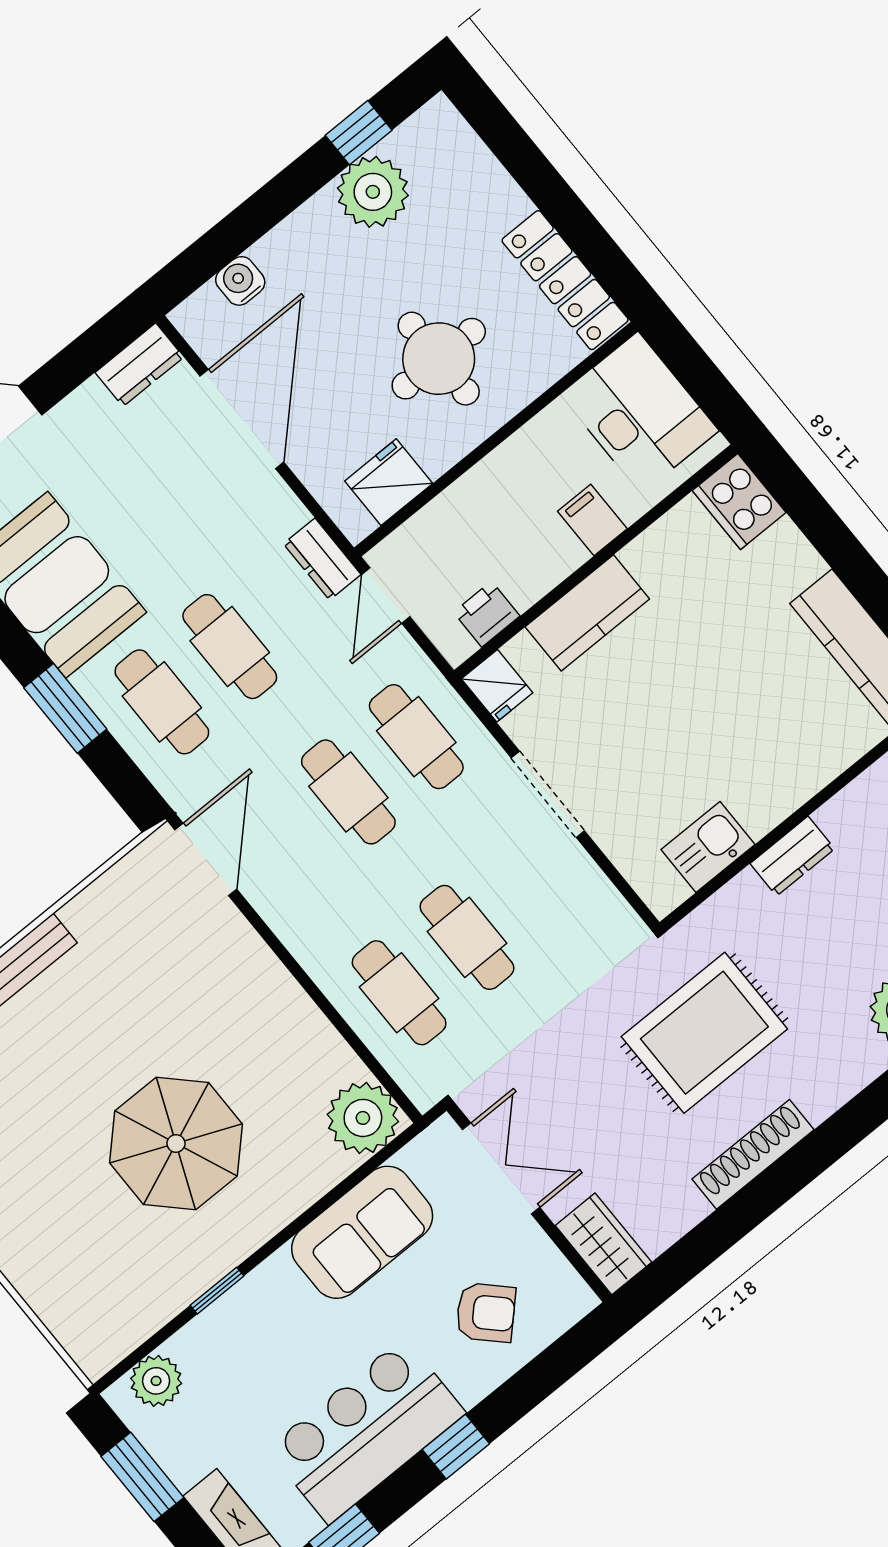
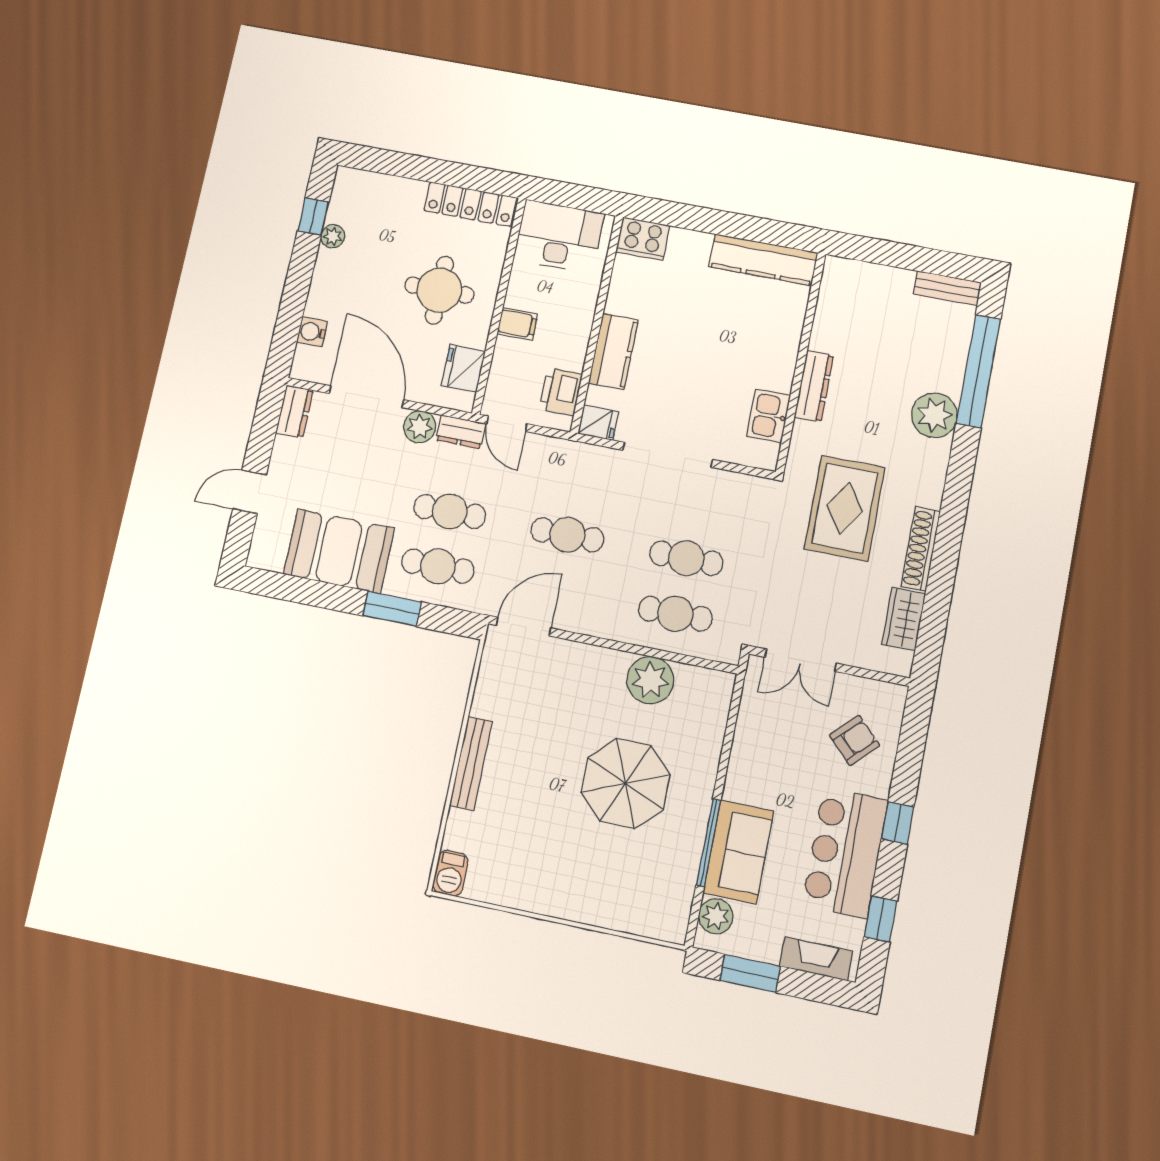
plant: (373, 192) -> (333, 236), width x0.53, depth x0.53
plant: (277, 511) -> (420, 427), added
filing cabinet: (592, 520) -> (517, 324), moved, turned 180
printer: (487, 614) -> (561, 392), width x1.36, depth x1.24
cafe table: (416, 737) -> (579, 480), removed
doorway: (548, 794) -> (668, 455), width x1.36
dresser: (792, 856) -> (814, 386), width x1.44
door: (206, 859) -> (523, 627), hinge flipped
plant: (363, 1118) -> (650, 680), moved
double door: (501, 1169) -> (801, 660), swing flipped
sofa: (362, 1232) -> (738, 852), moved
wardrobe: (603, 1244) -> (904, 619), moved, turned -90
window: (217, 1291) -> (708, 843), width x2.17

